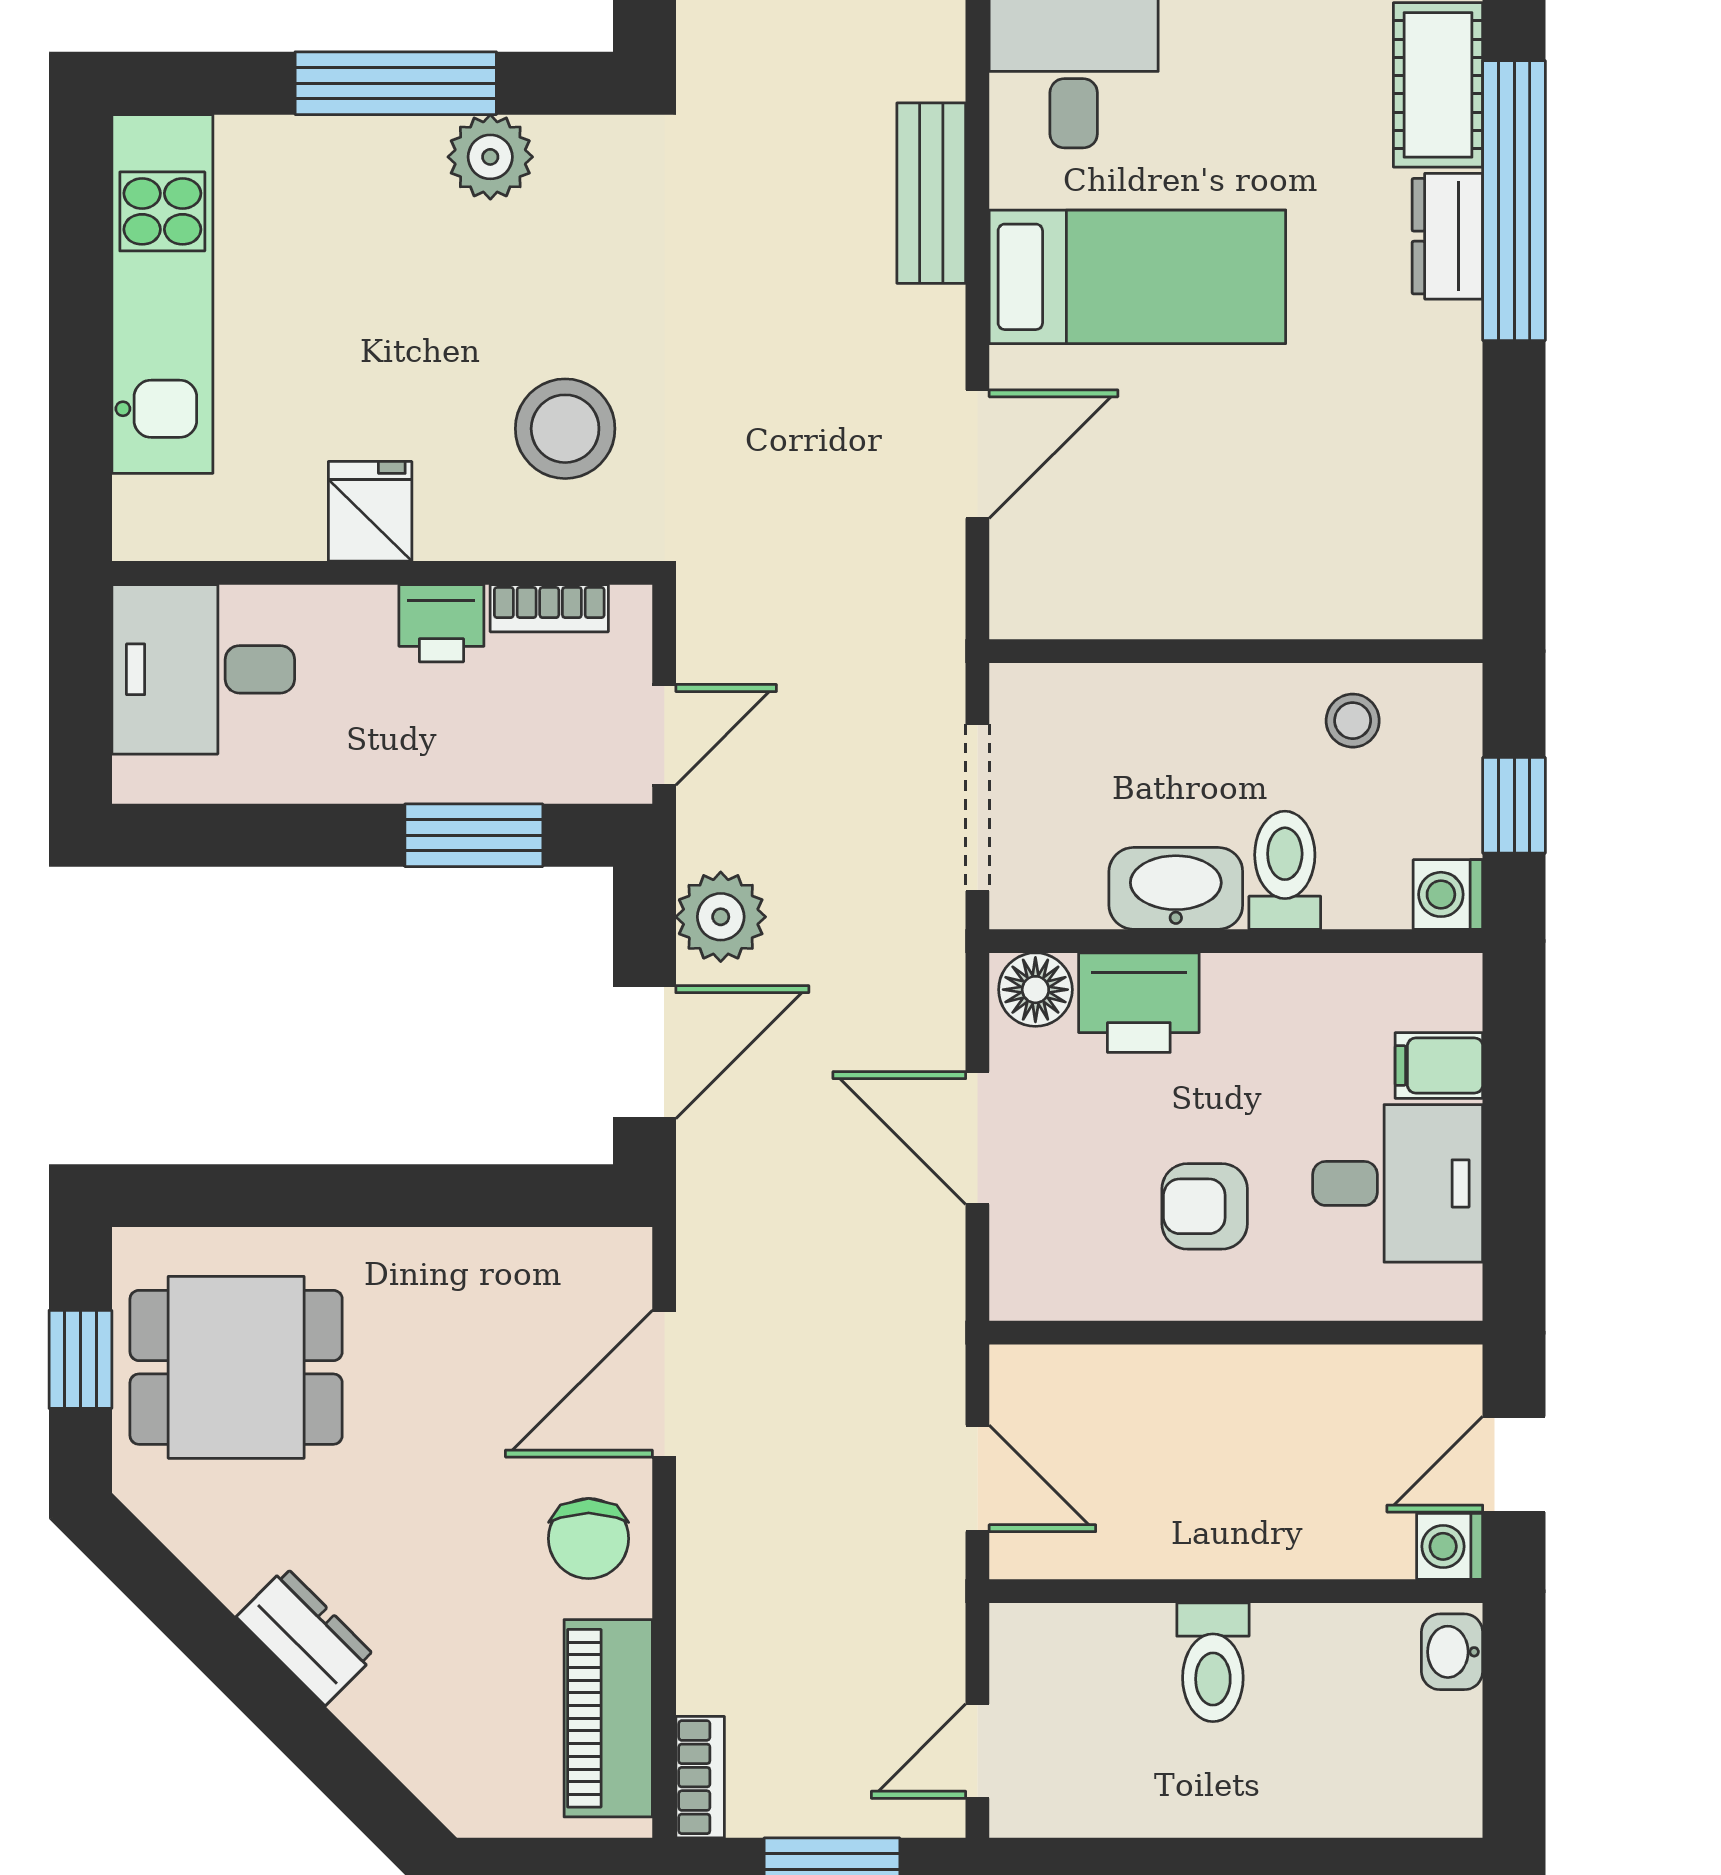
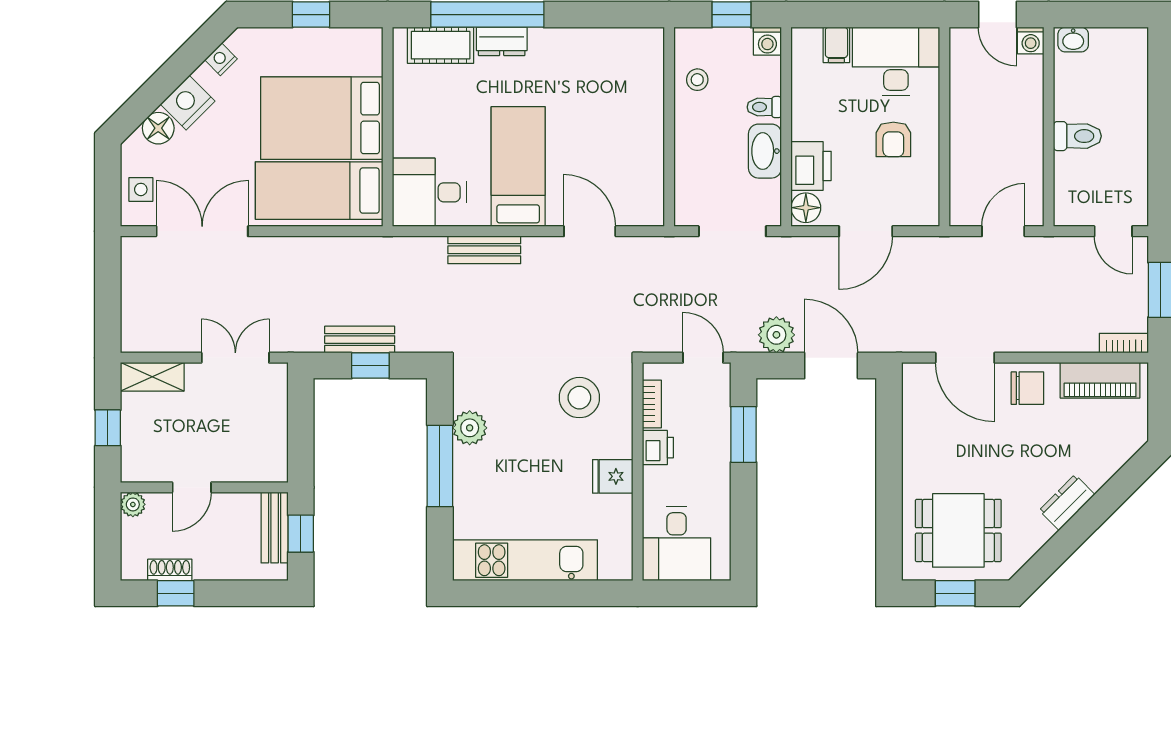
toilet: (1285, 870) -> (764, 107), width x0.73, depth x0.72
desk: (1398, 1183) -> (896, 61), width x1.37
dining table: (236, 1367) -> (958, 530), turned 90

